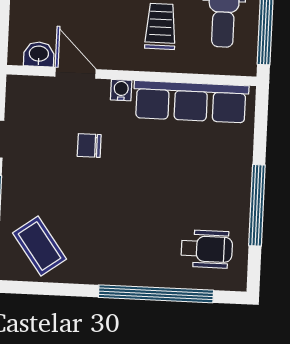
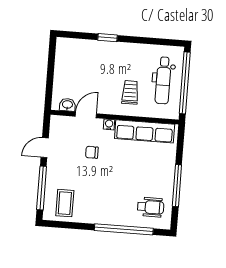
door: (75, 73) -> (86, 115), hinge flipped
coffee table: (39, 246) -> (65, 203), turned 36

